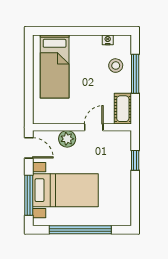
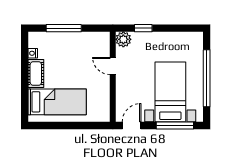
stool: (116, 66) -> (56, 46), removed
cot: (123, 109) -> (36, 73), moved, turned 90
plant: (67, 139) -> (123, 39), moved

